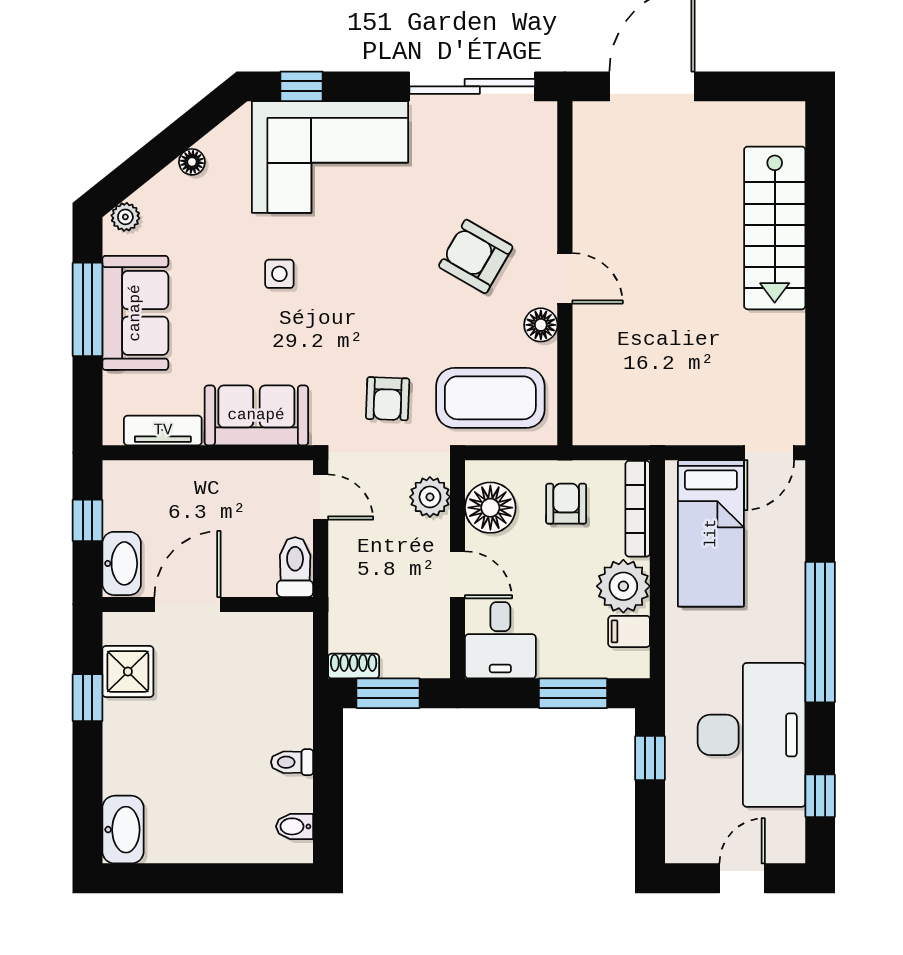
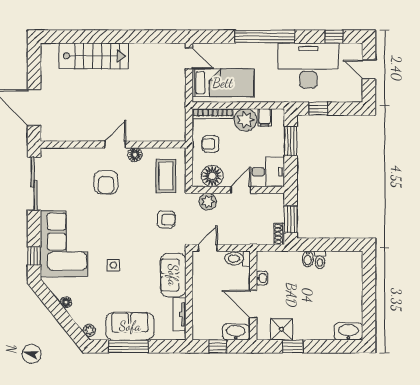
armchair: (476, 256) -> (106, 182), turned -30
coffee table: (490, 398) -> (166, 176), width x0.73, depth x0.76
washbasin: (249, 625) -> (262, 278), added
bidet: (295, 826) -> (308, 259), moved

